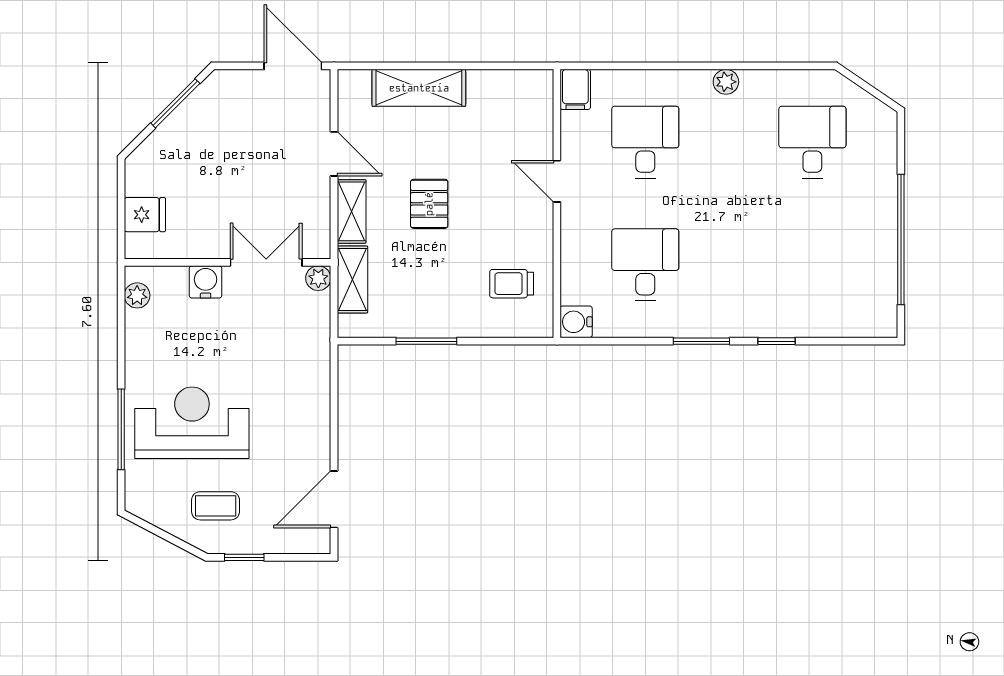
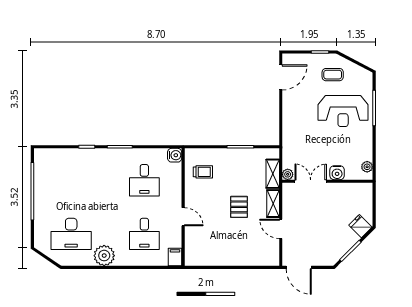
plant: (726, 82) -> (104, 256), width x1.87, depth x1.87
shelving: (419, 88) -> (244, 258), removed
desk: (812, 142) -> (71, 234), width x1.37
fridge: (145, 215) -> (360, 226), moved, turned 45
double door: (266, 262) -> (311, 181), swing flipped

